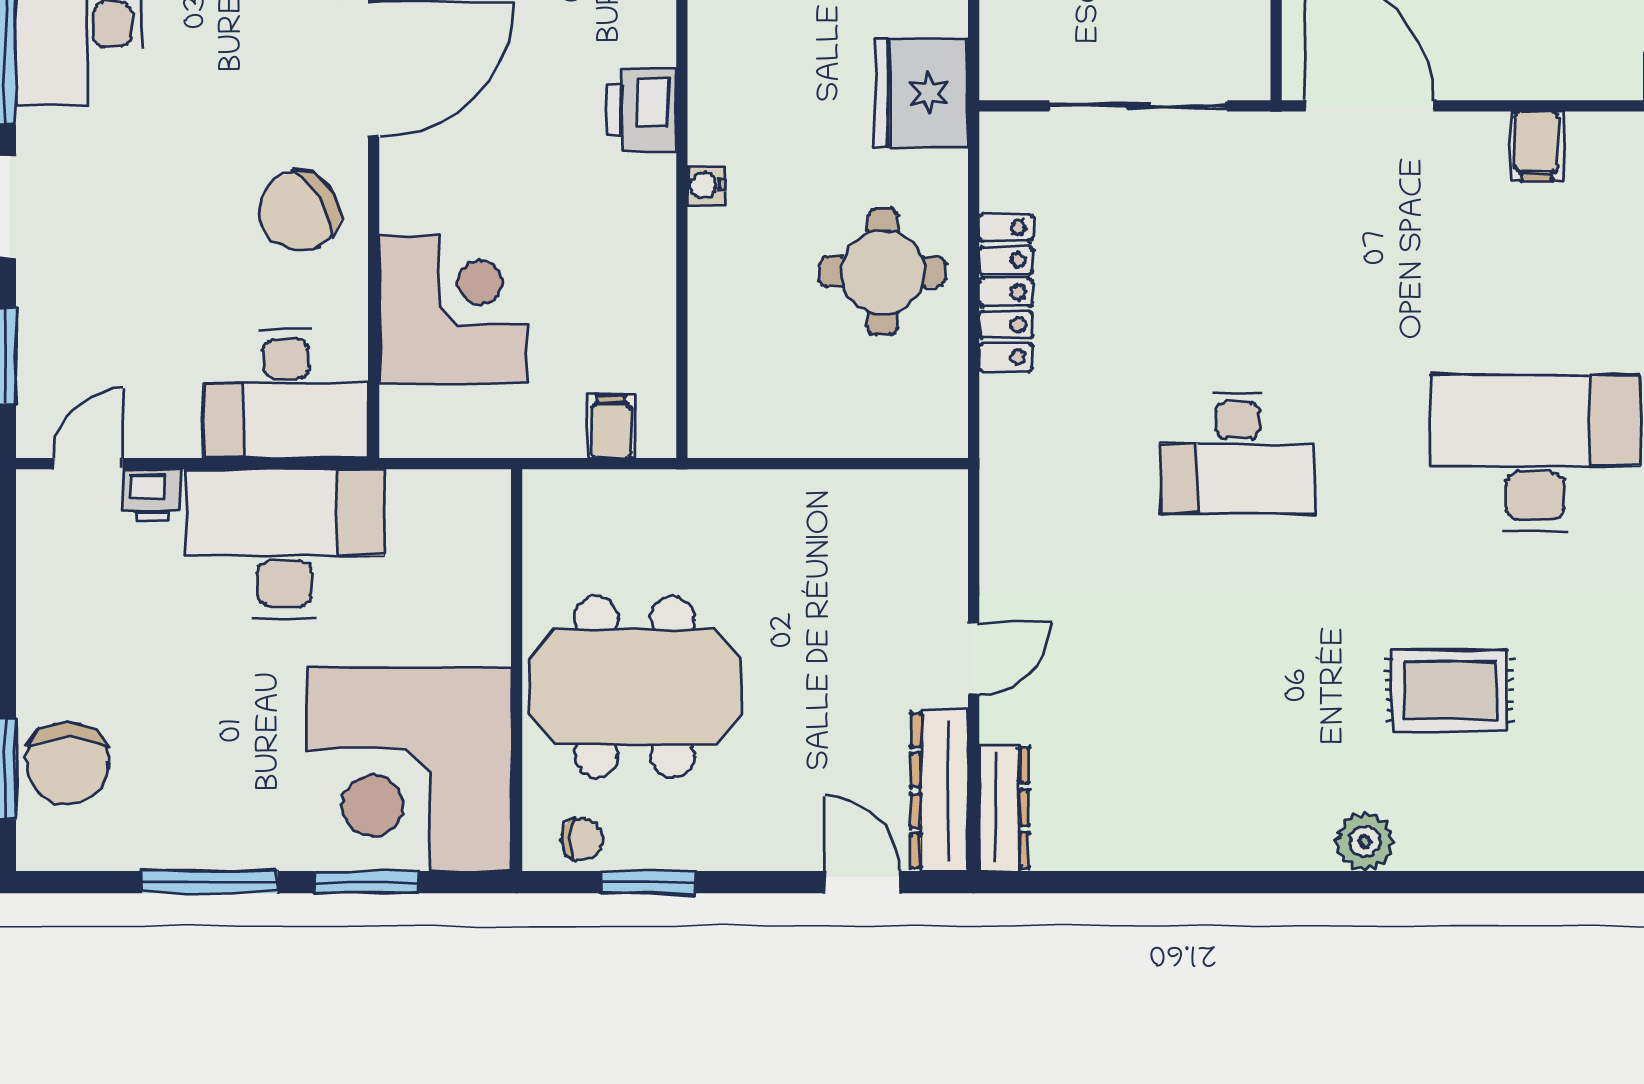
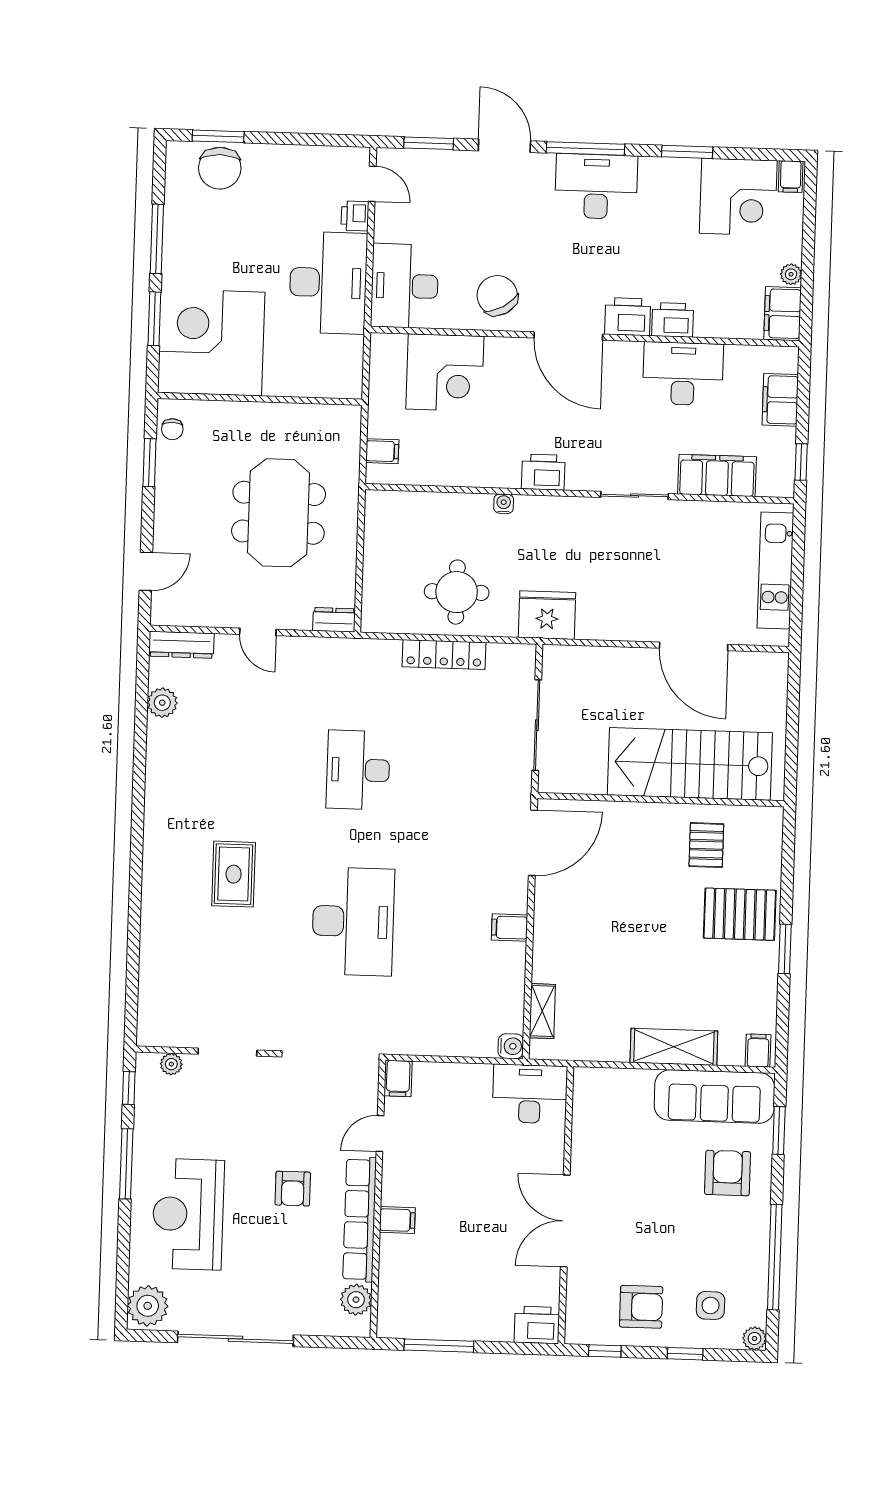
meeting table: (634, 687) -> (279, 513), moved
chair: (67, 763) -> (220, 168), turned -90
dresser: (939, 790) -> (334, 620), moved, width x0.51, depth x0.80
plant: (1365, 841) -> (162, 703), moved

